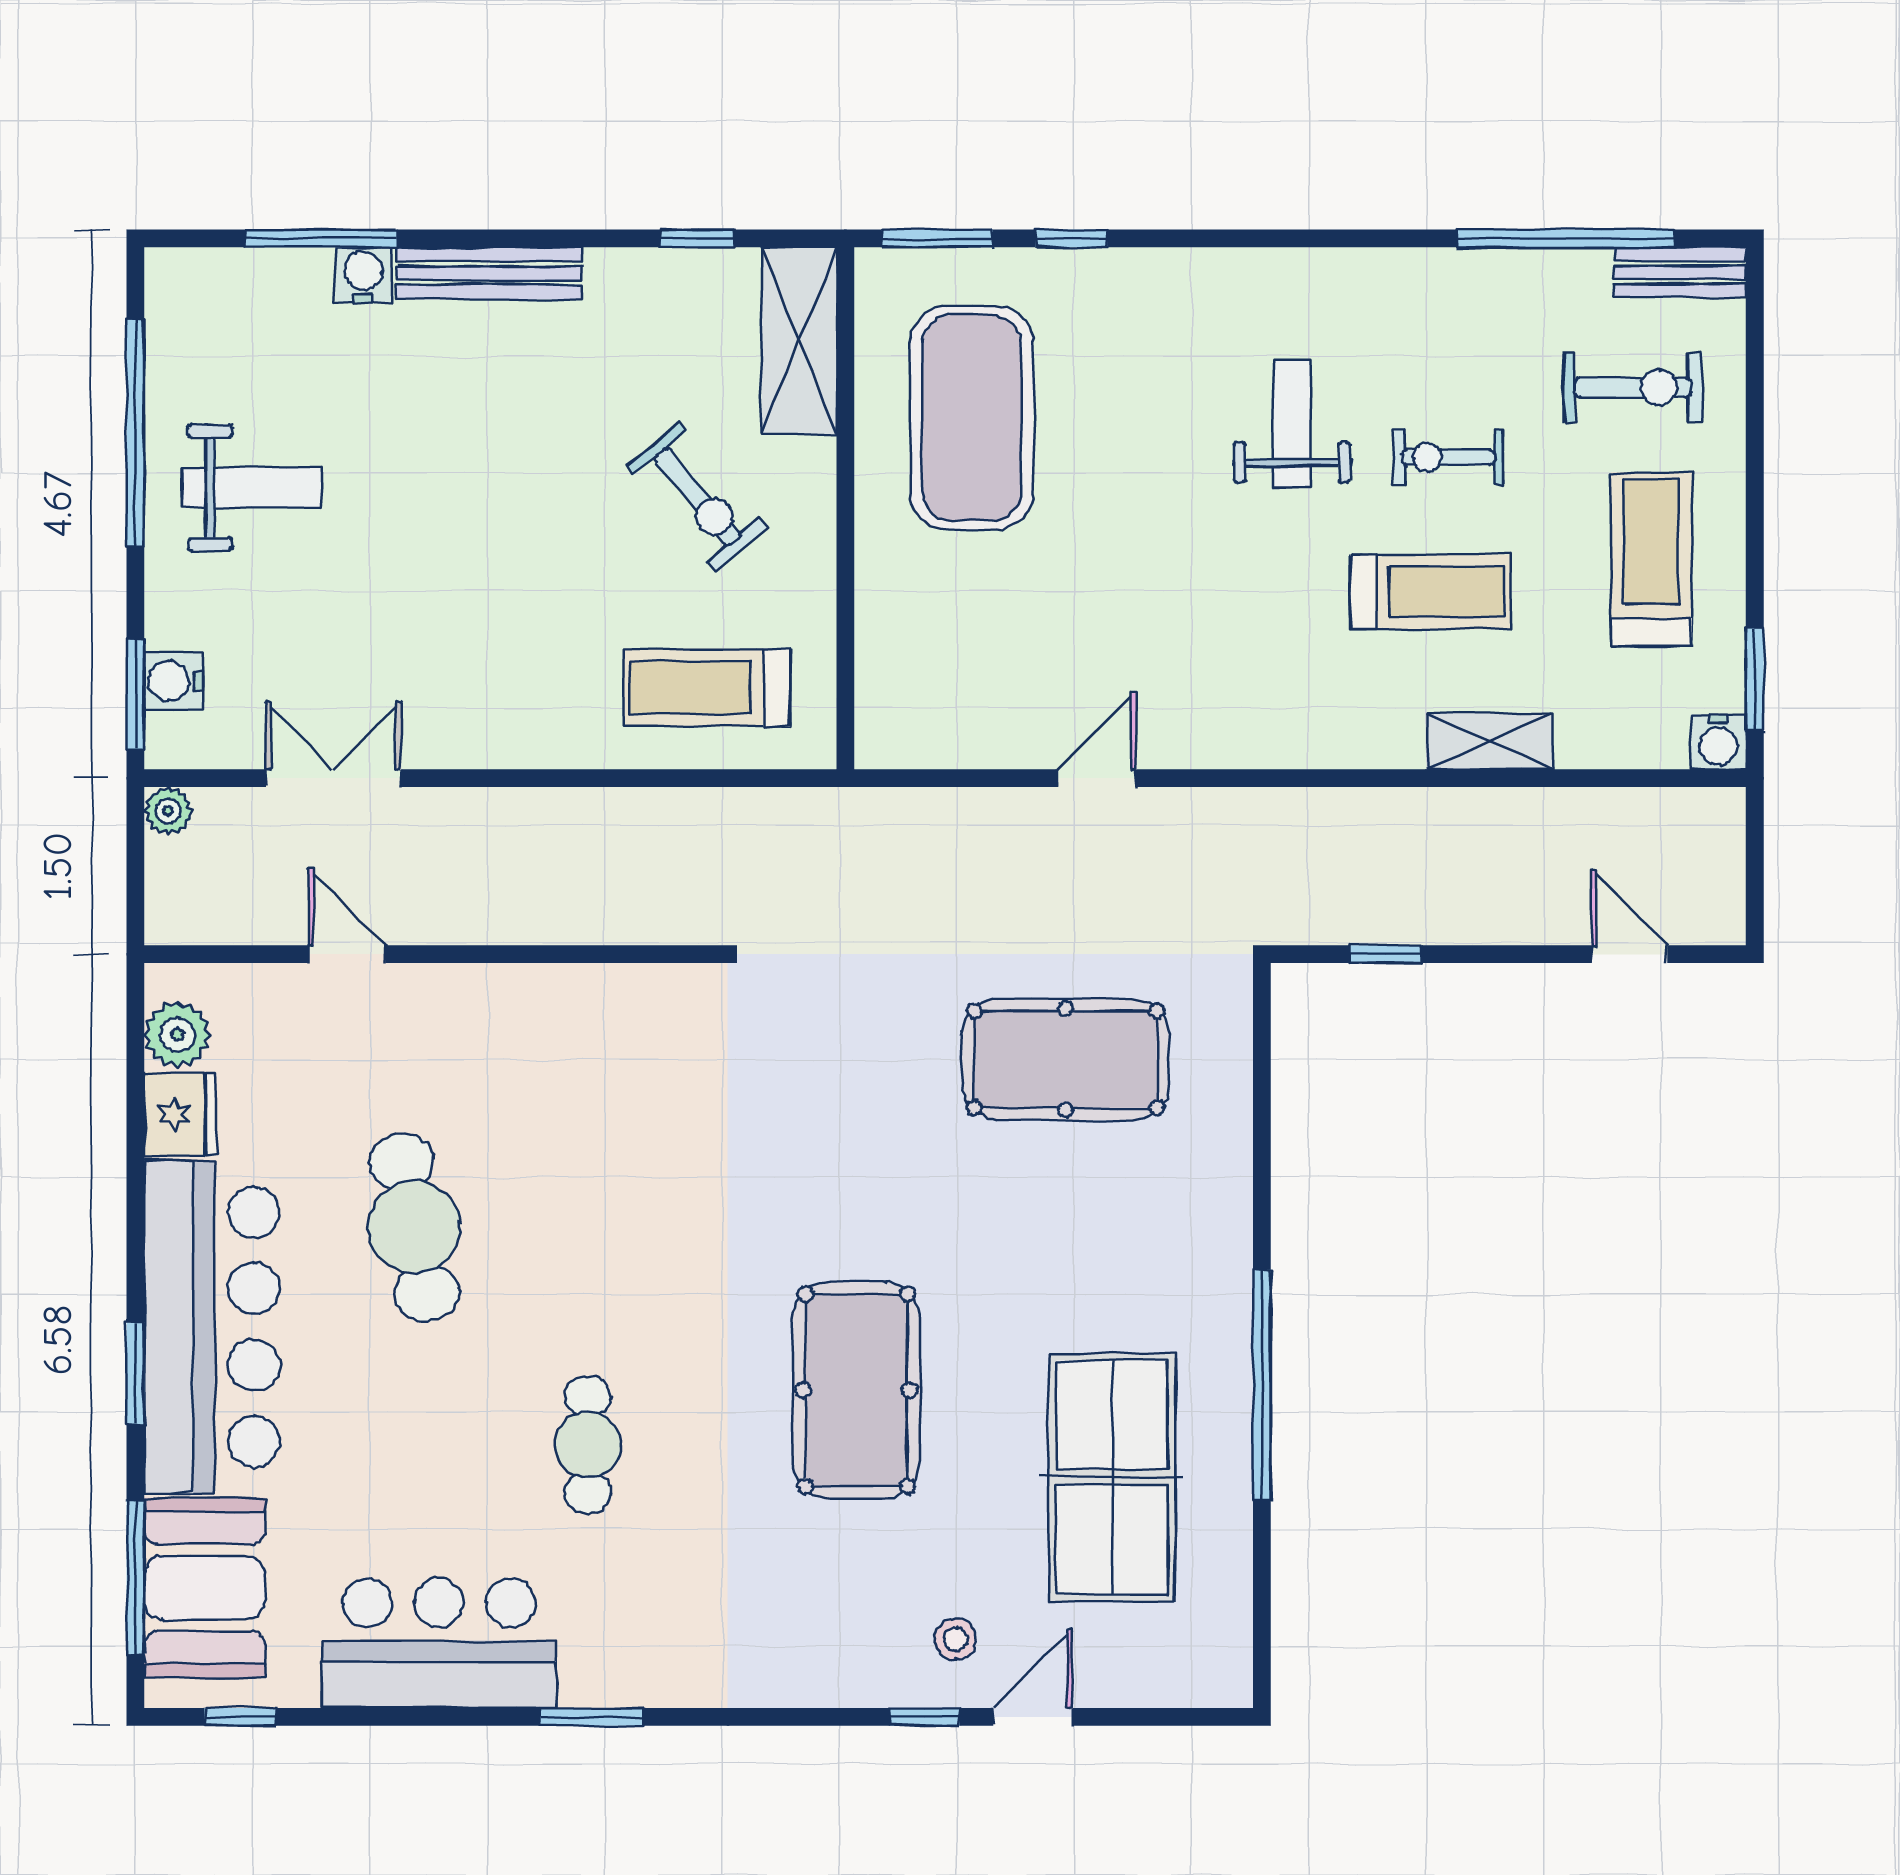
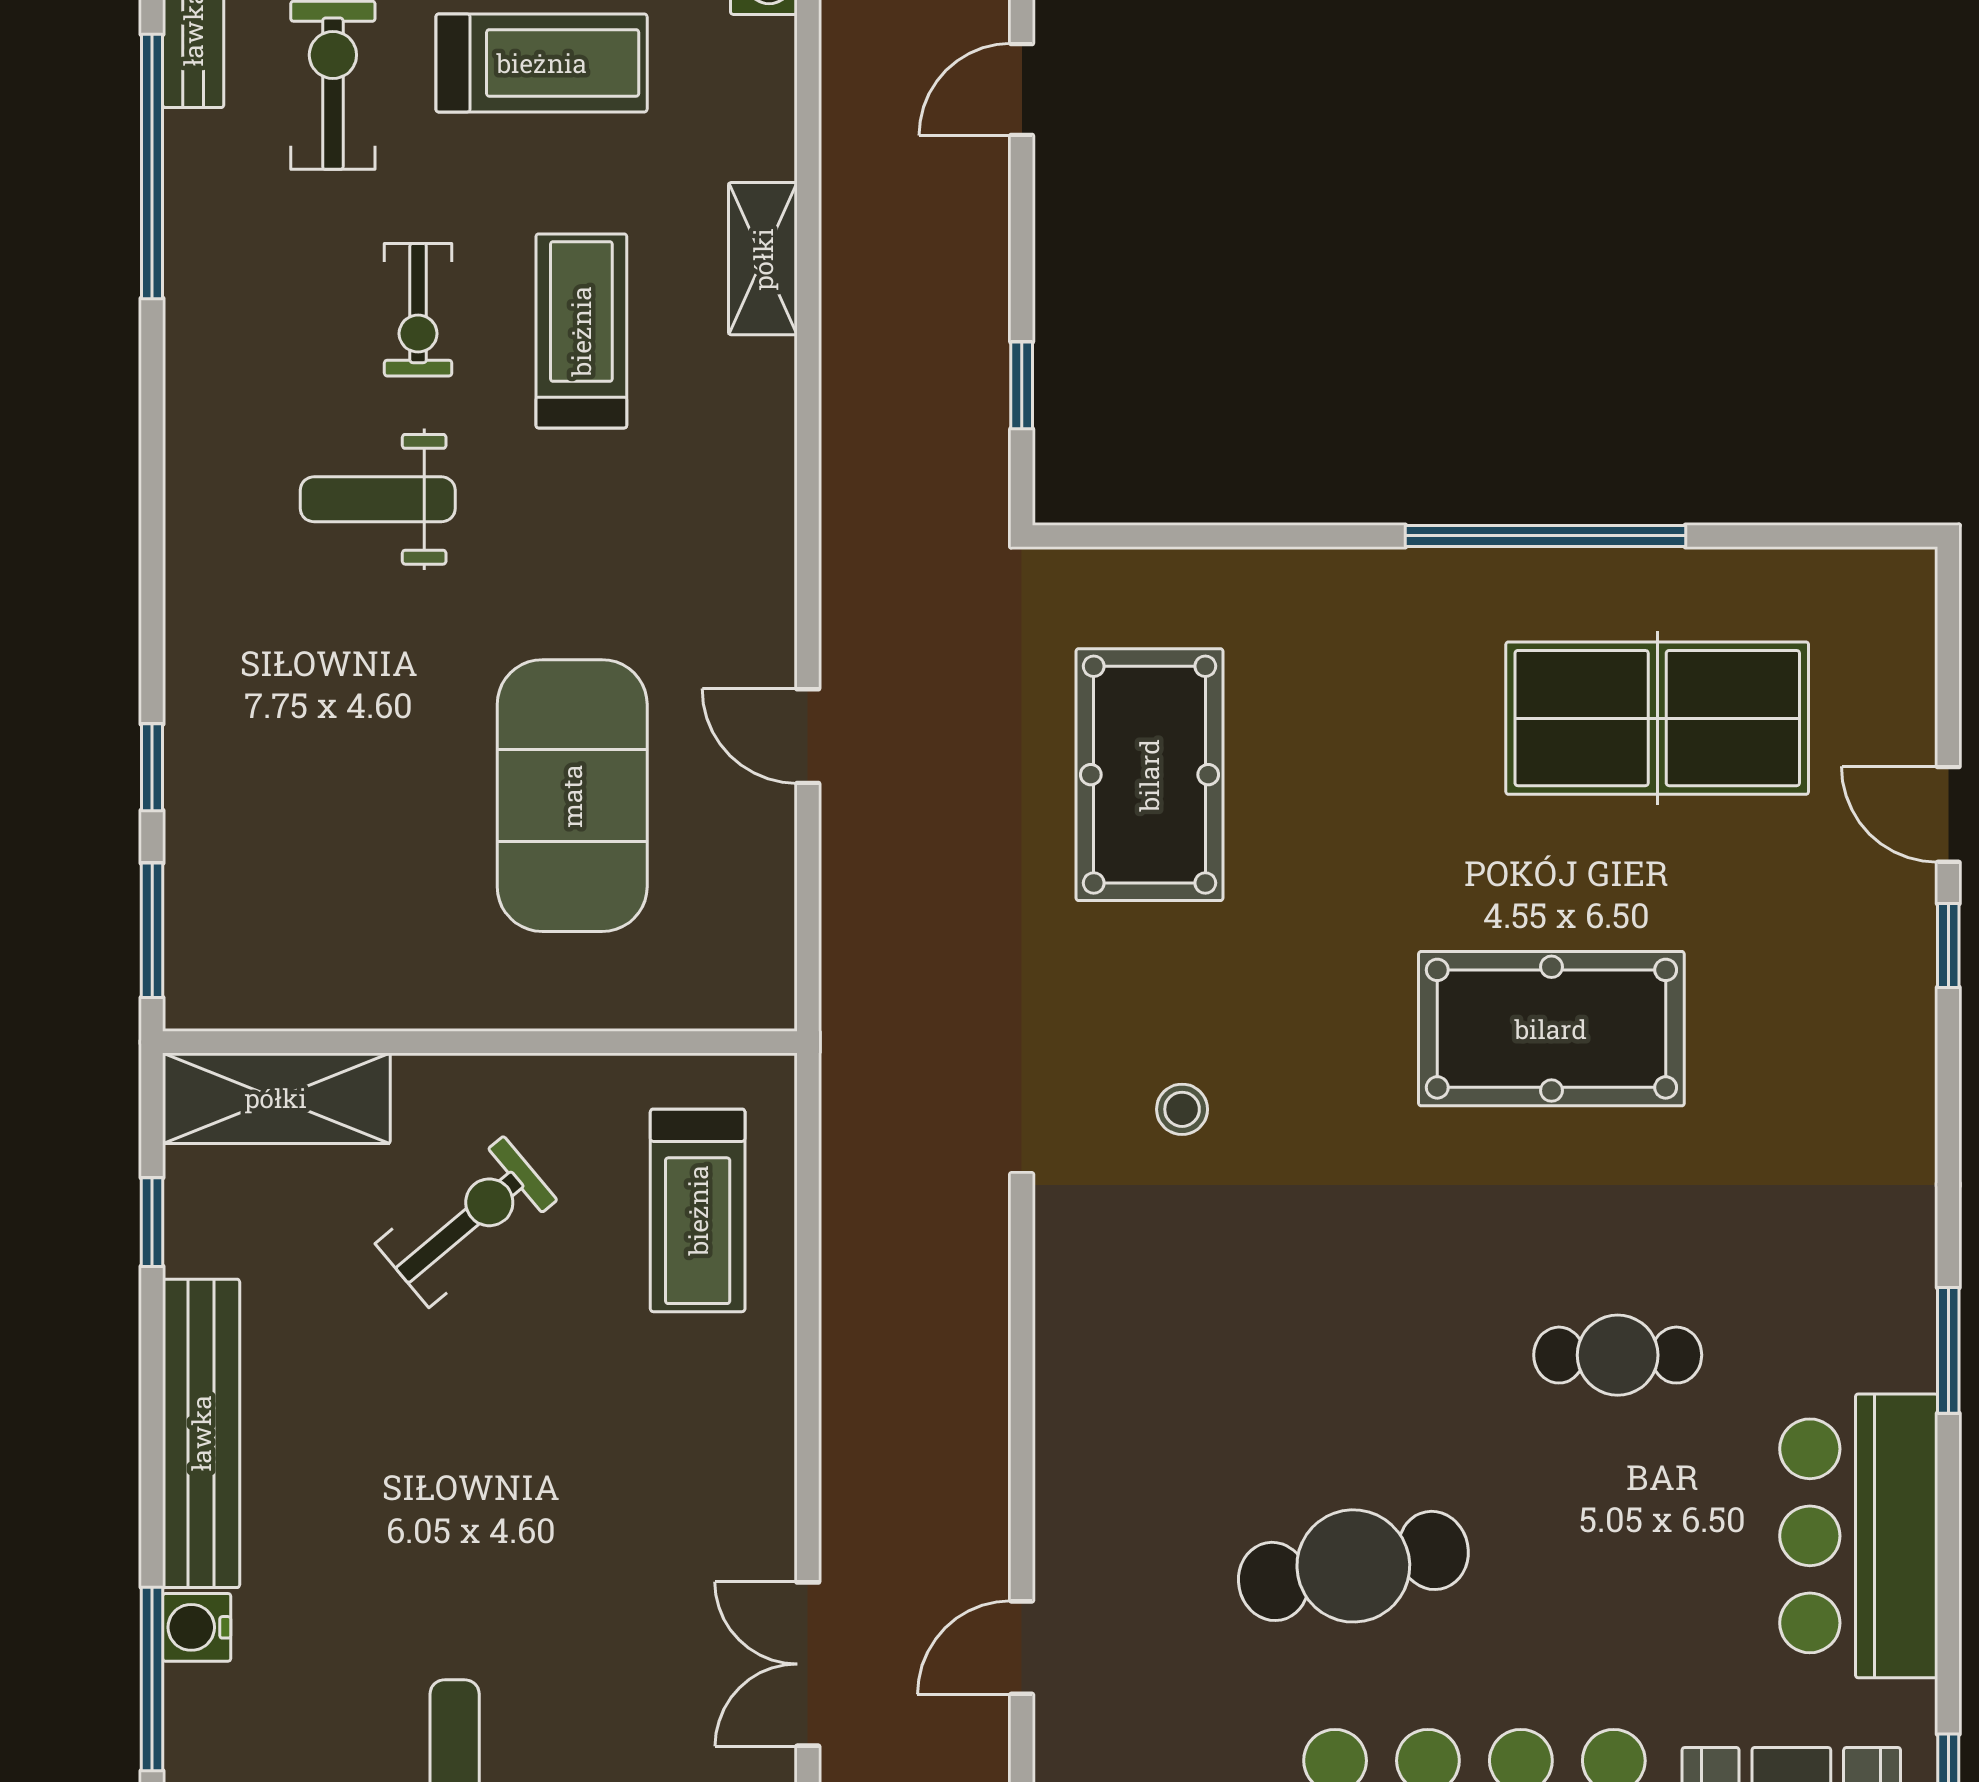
bench: (489, 273) -> (201, 1433), width x1.37, depth x1.21
exercise mat: (972, 418) -> (572, 796), moved, turned 90
treadmill: (1651, 559) -> (542, 63), turned 180
stool: (956, 1639) -> (1182, 1109), moved

